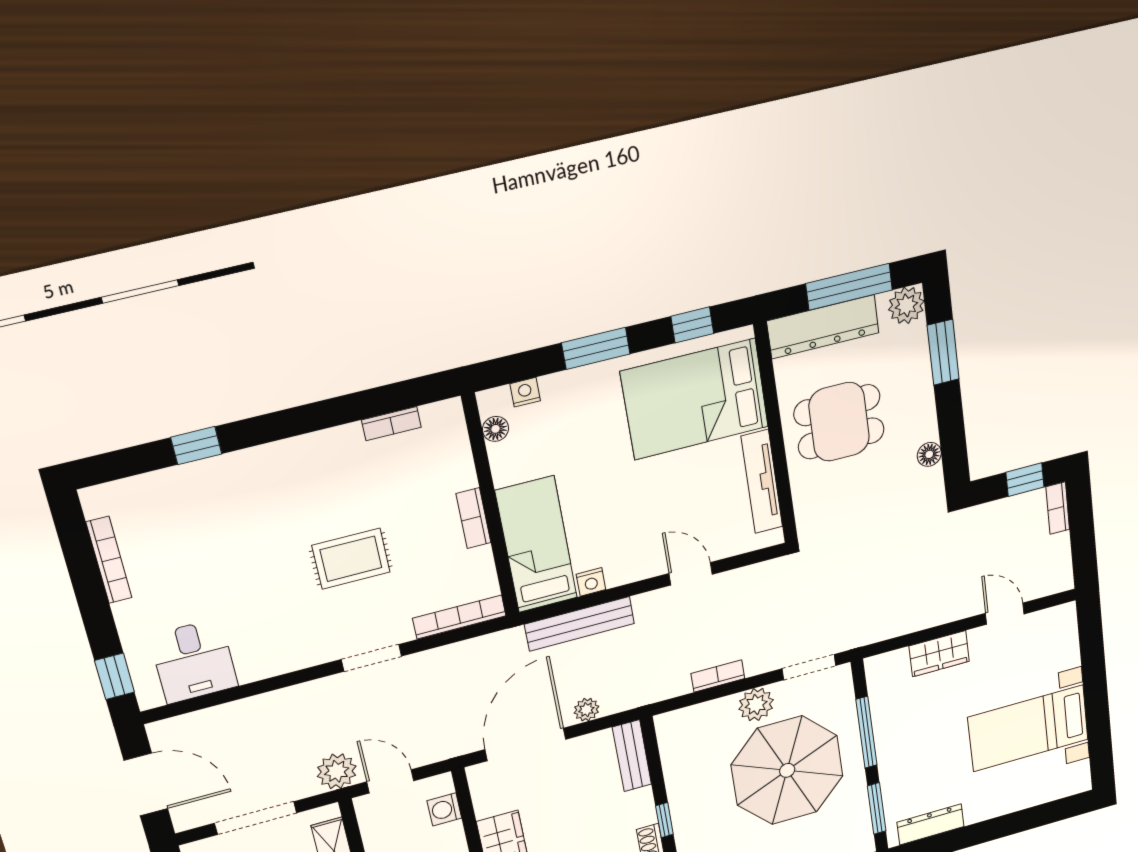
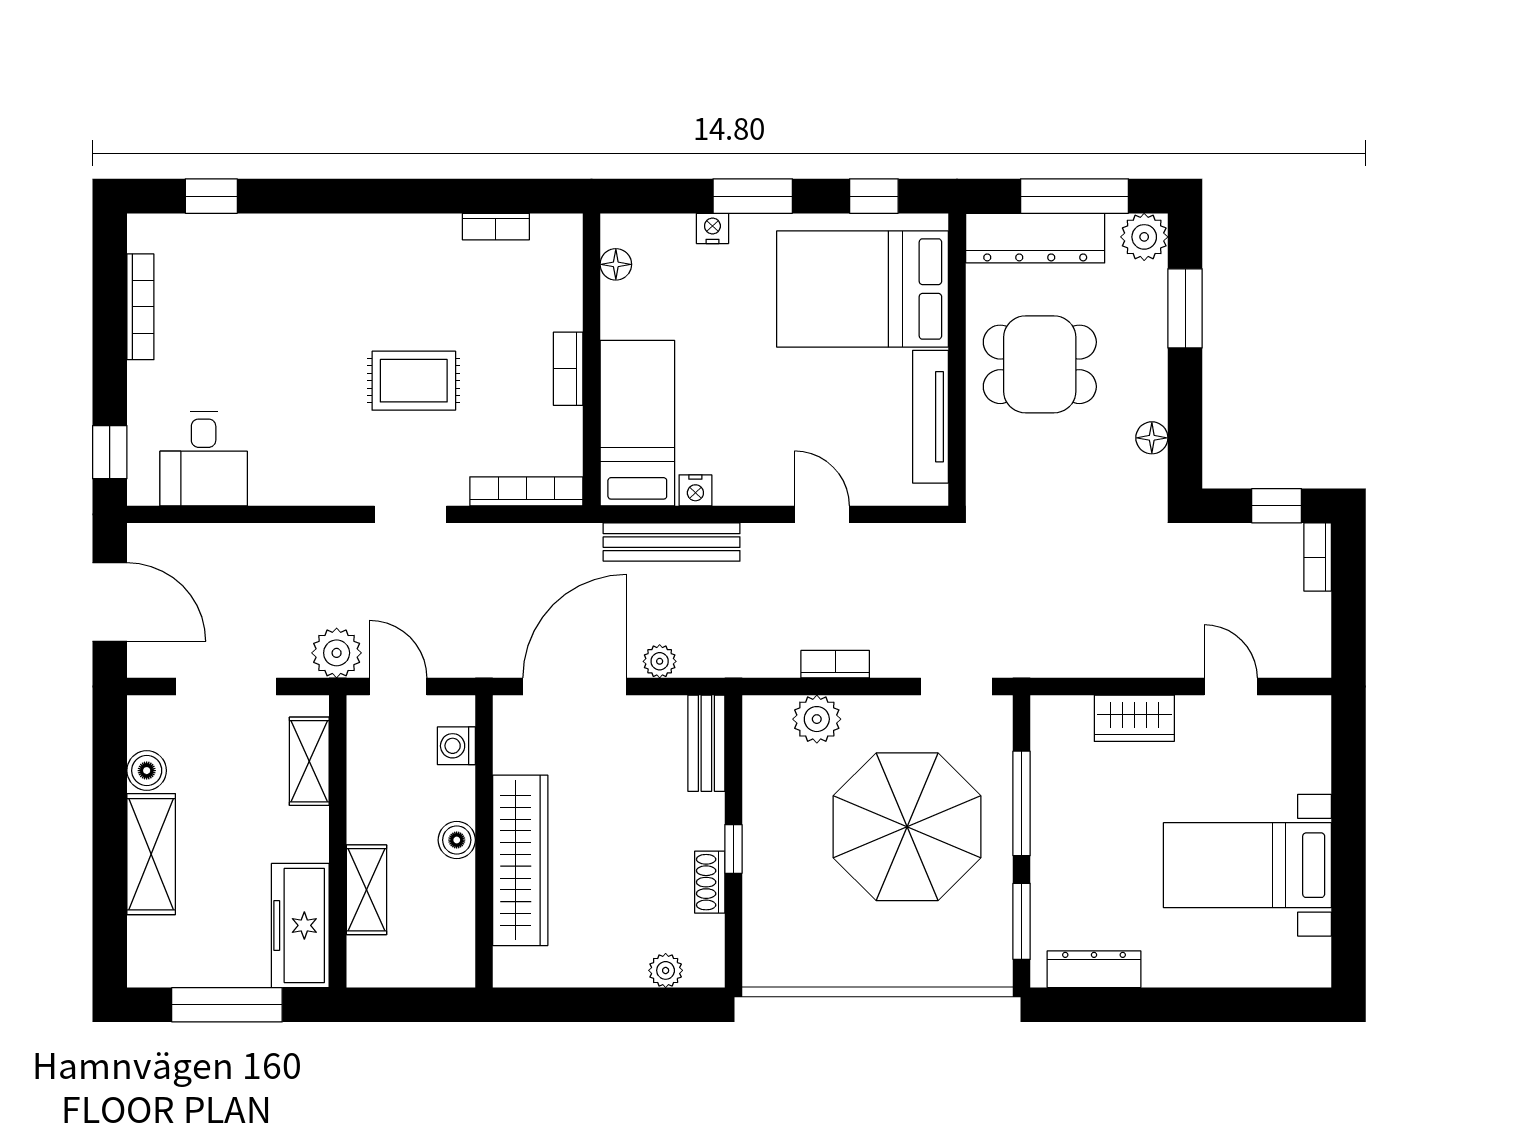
nightstand: (525, 392) -> (712, 228), moved
window: (196, 446) -> (211, 196), moved
plant: (756, 705) -> (817, 719), moved

